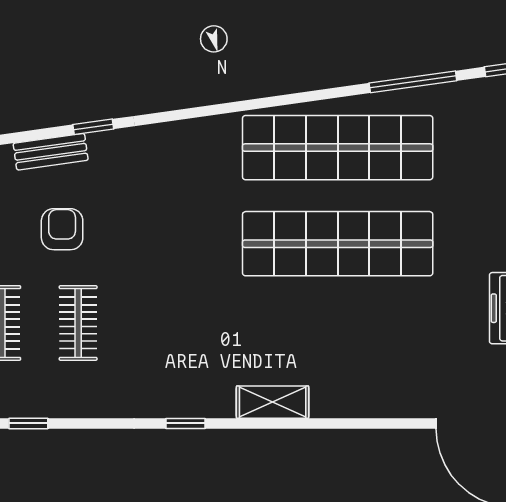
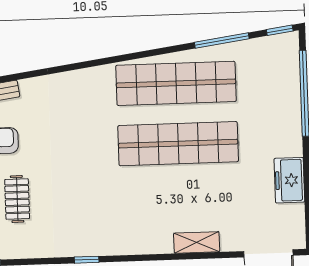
window: (93, 127) -> (22, 76), removed
shelving: (273, 402) -> (197, 242), moved

